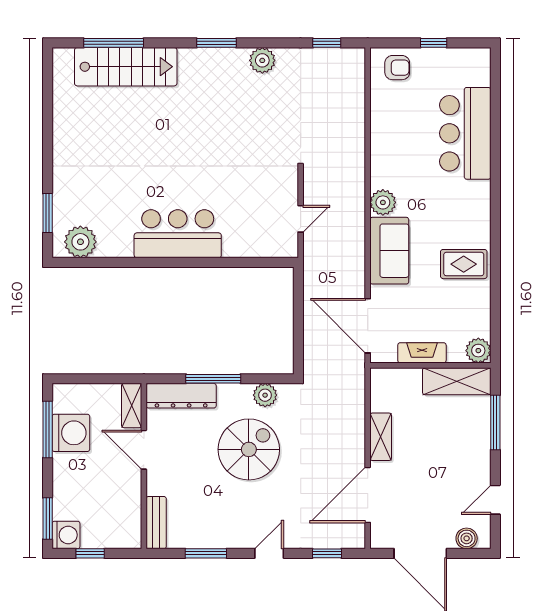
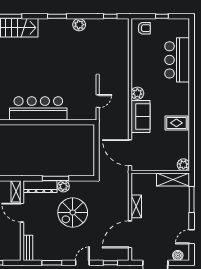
bar counter: (178, 234) -> (38, 108), width x1.36
fireplace: (422, 353) -> (156, 166), removed
plant: (265, 395) -> (63, 186), moved
spiral stairs: (249, 449) -> (73, 213), turned 180

